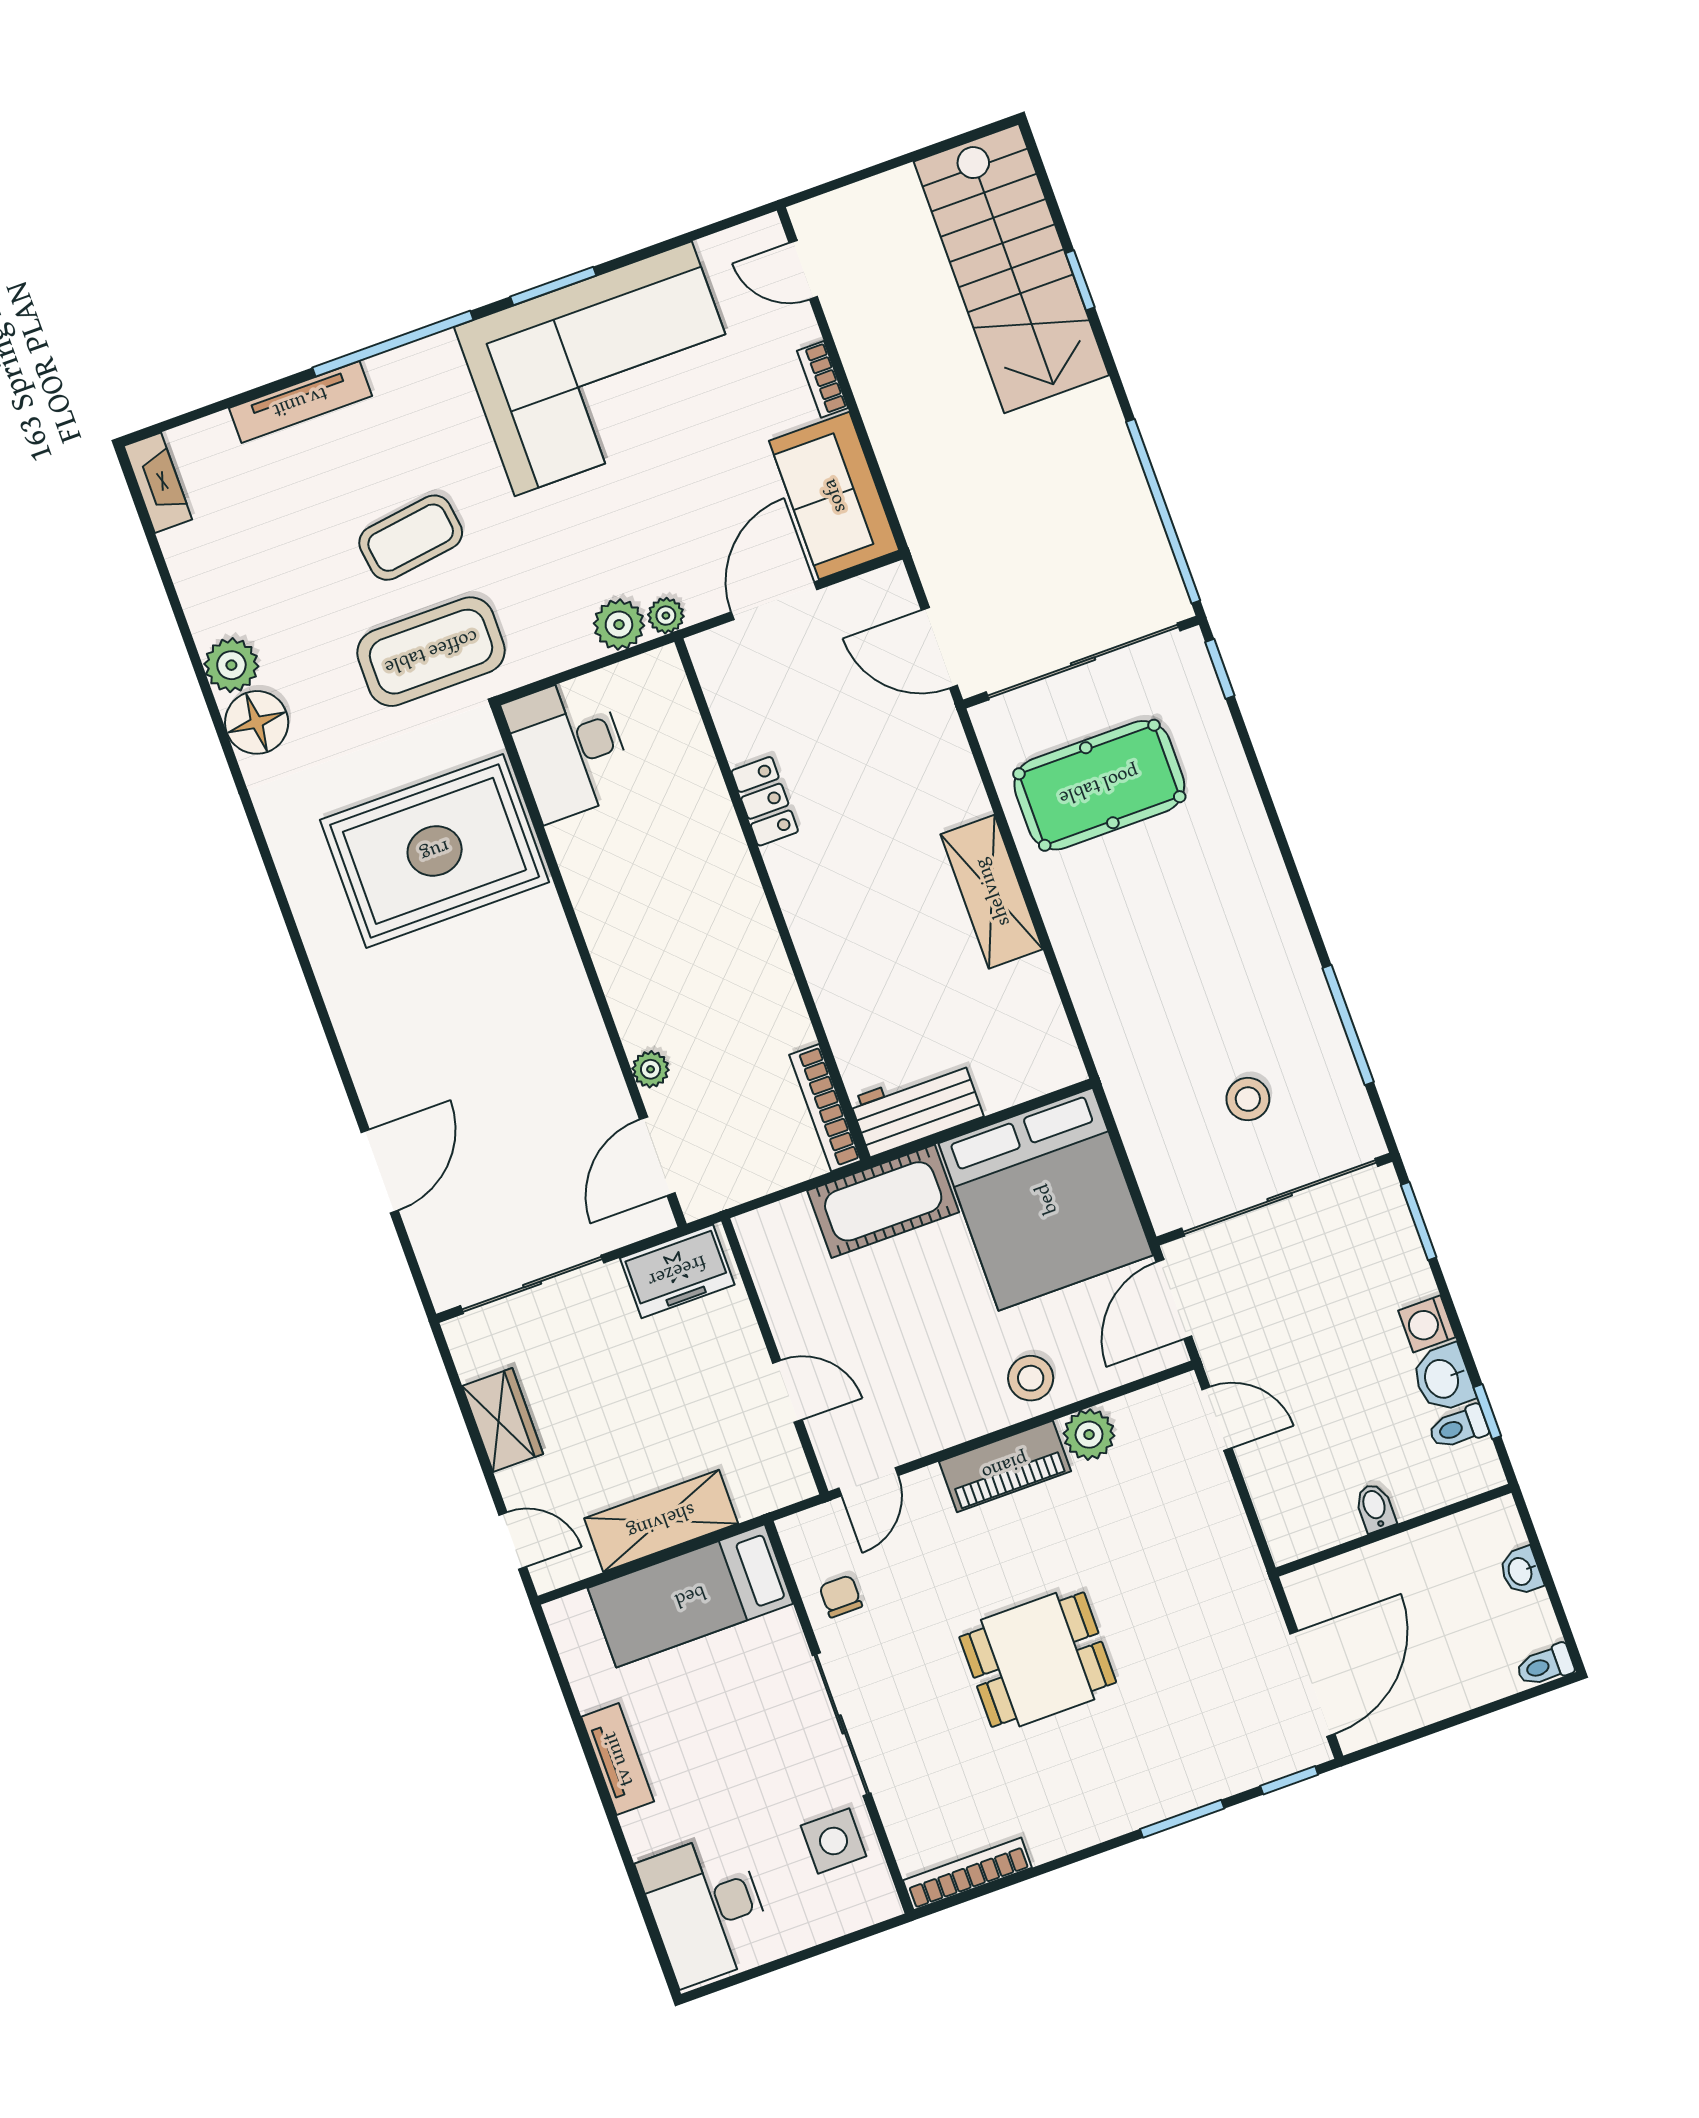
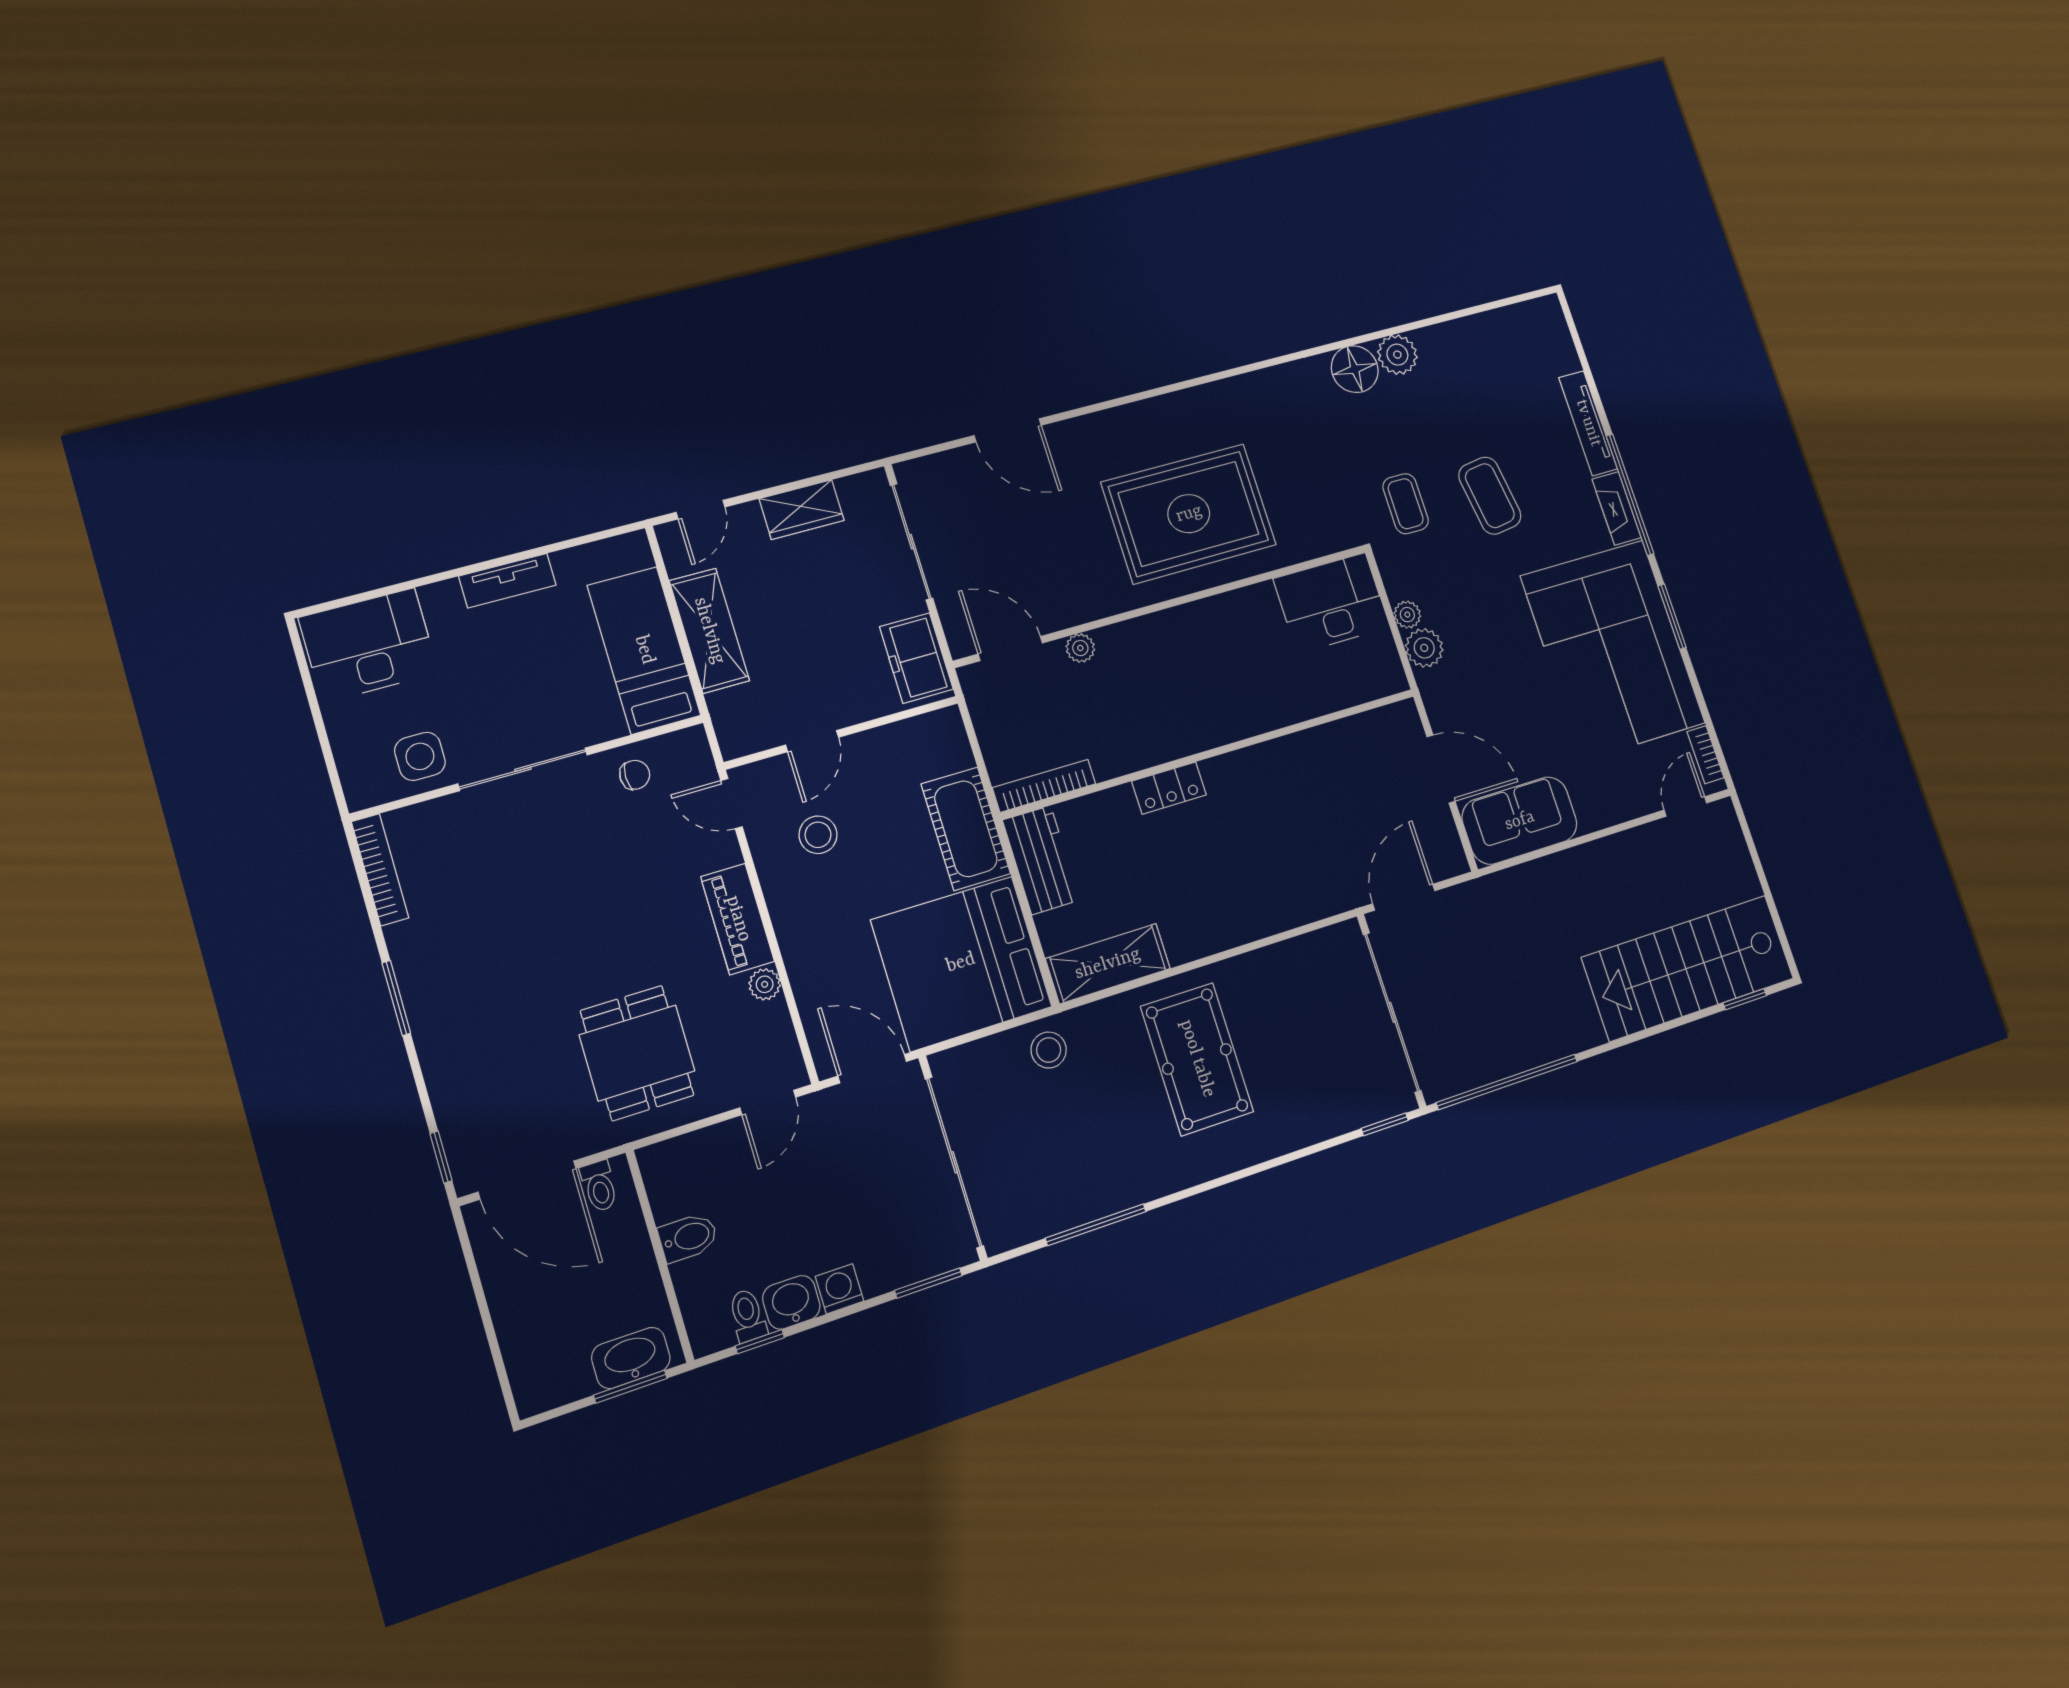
window: (1080, 280) -> (1745, 999), moved
bookcase: (822, 379) -> (1706, 755), moved, turned -90
fireplace: (158, 483) -> (1617, 508), moved, turned 90
plant: (666, 616) -> (1407, 615), moved
coffee table: (431, 652) -> (1406, 504), width x0.54, depth x0.58
pool table: (1099, 785) -> (1197, 1059), moved
locker: (765, 801) -> (1169, 788), moved
rug: (435, 851) -> (1189, 514), moved, turned 90
shelving: (992, 892) -> (1108, 964), moved
stool: (1248, 1099) -> (1049, 1050), moved
stool: (1031, 1378) -> (818, 835), moved
plant: (1089, 1435) -> (765, 984), width x0.73, depth x0.73
bidet: (1375, 1508) -> (688, 1237), width x1.38, depth x1.36
window: (1538, 1553) -> (630, 1387), added
washbasin: (1521, 1571) -> (631, 1358), width x1.91, depth x1.45
dining table: (1038, 1660) -> (637, 1053), moved
toilet: (1545, 1665) -> (599, 1186), moved, turned 180
window: (1182, 1819) -> (396, 998), moved

